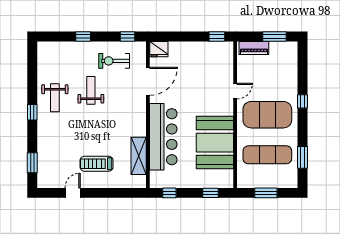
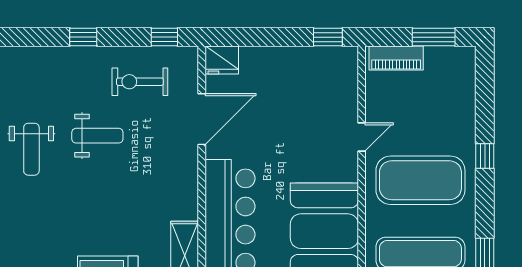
weight bench: (91, 90) -> (97, 136), turned 90

